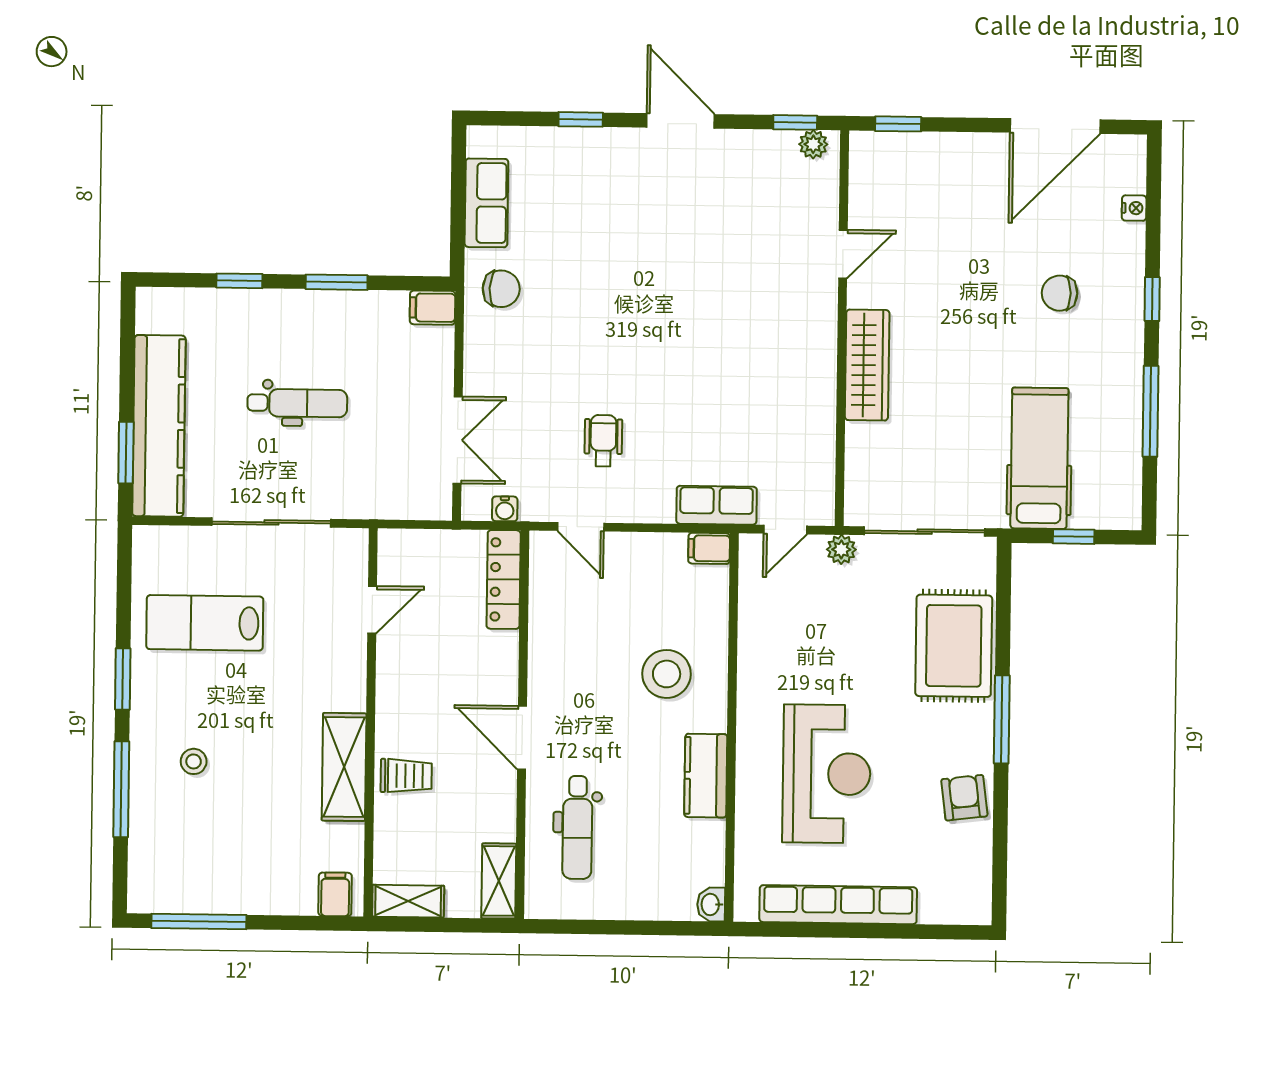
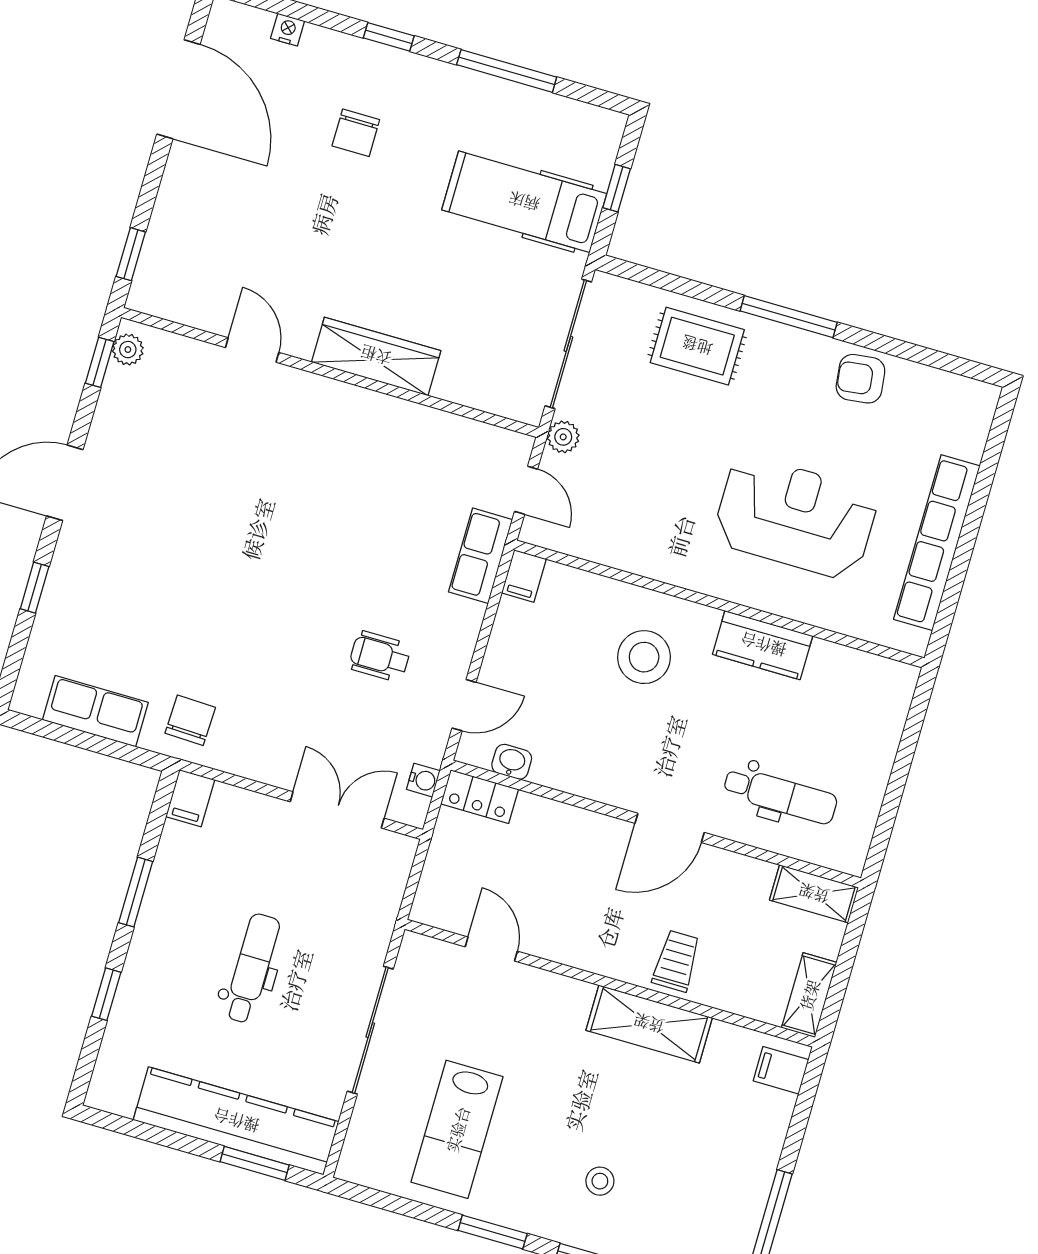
locker: (504, 579) -> (480, 797), width x0.66
rug: (954, 646) -> (697, 346), width x0.73, depth x0.70
washbasin: (711, 904) -> (512, 762), moved, turned 180

